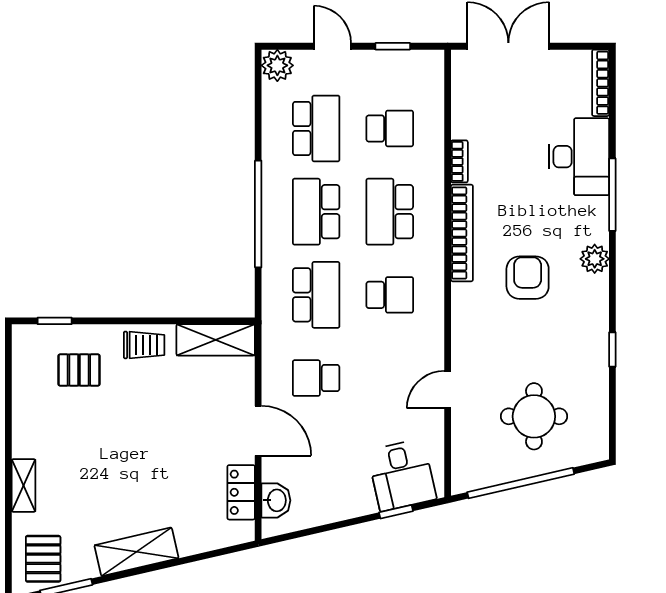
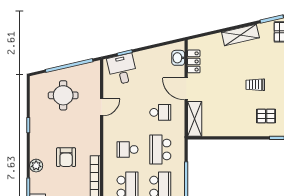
shelving: (216, 340) -> (195, 119), moved, turned 90
trolley: (144, 345) -> (255, 85), moved

